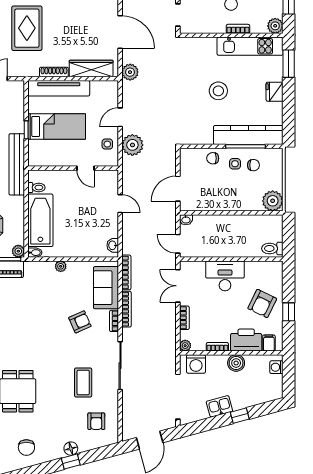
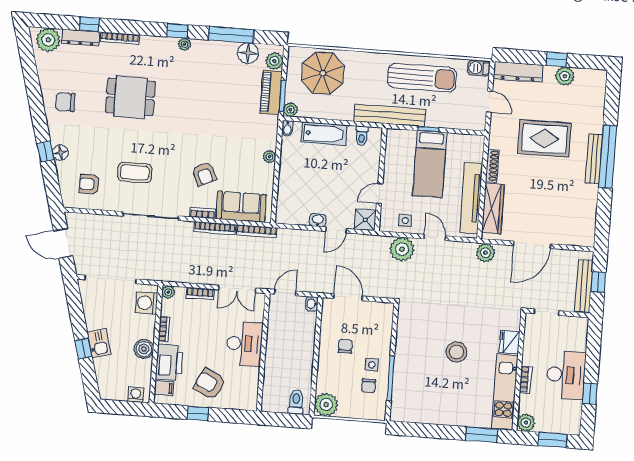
tv unit: (59, 88) -> (471, 198), moved
fridge: (275, 92) -> (509, 342), moved, turned -90
kitchen counter: (248, 135) -> (403, 382), removed
chair: (213, 158) -> (345, 346), moved
shower: (109, 179) -> (365, 220), added
bathtub: (40, 220) -> (324, 134), width x0.73, depth x0.73
washbasin: (113, 245) -> (318, 220), moved
toilet: (272, 248) -> (296, 402), moved
double door: (178, 286) -> (237, 289), swing flipped
kitchen sink: (219, 406) -> (99, 343), moved

